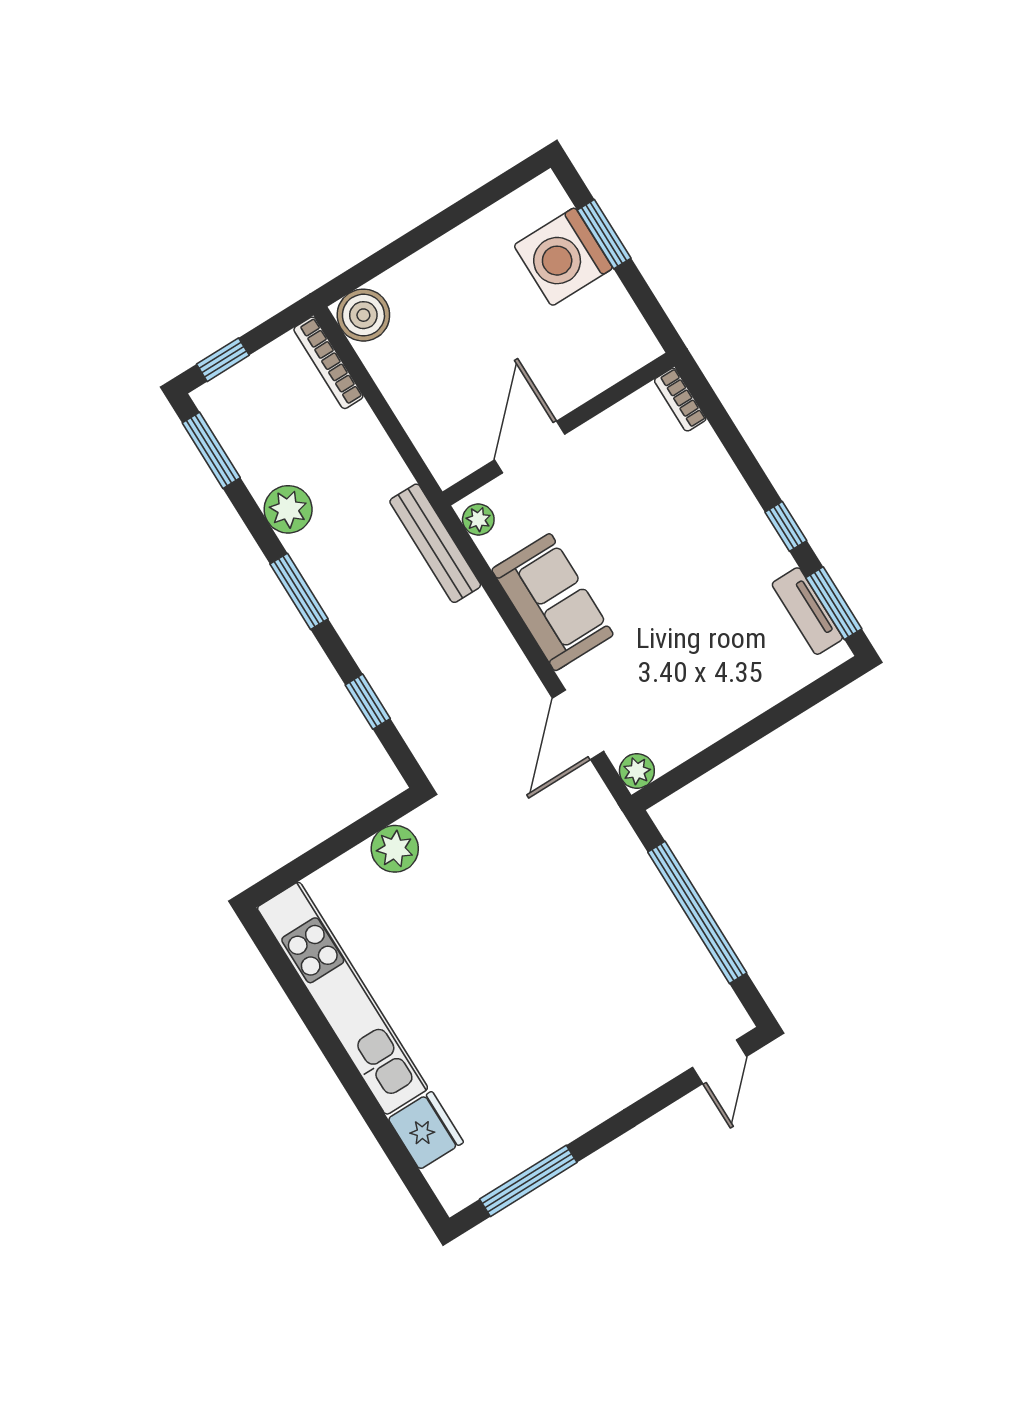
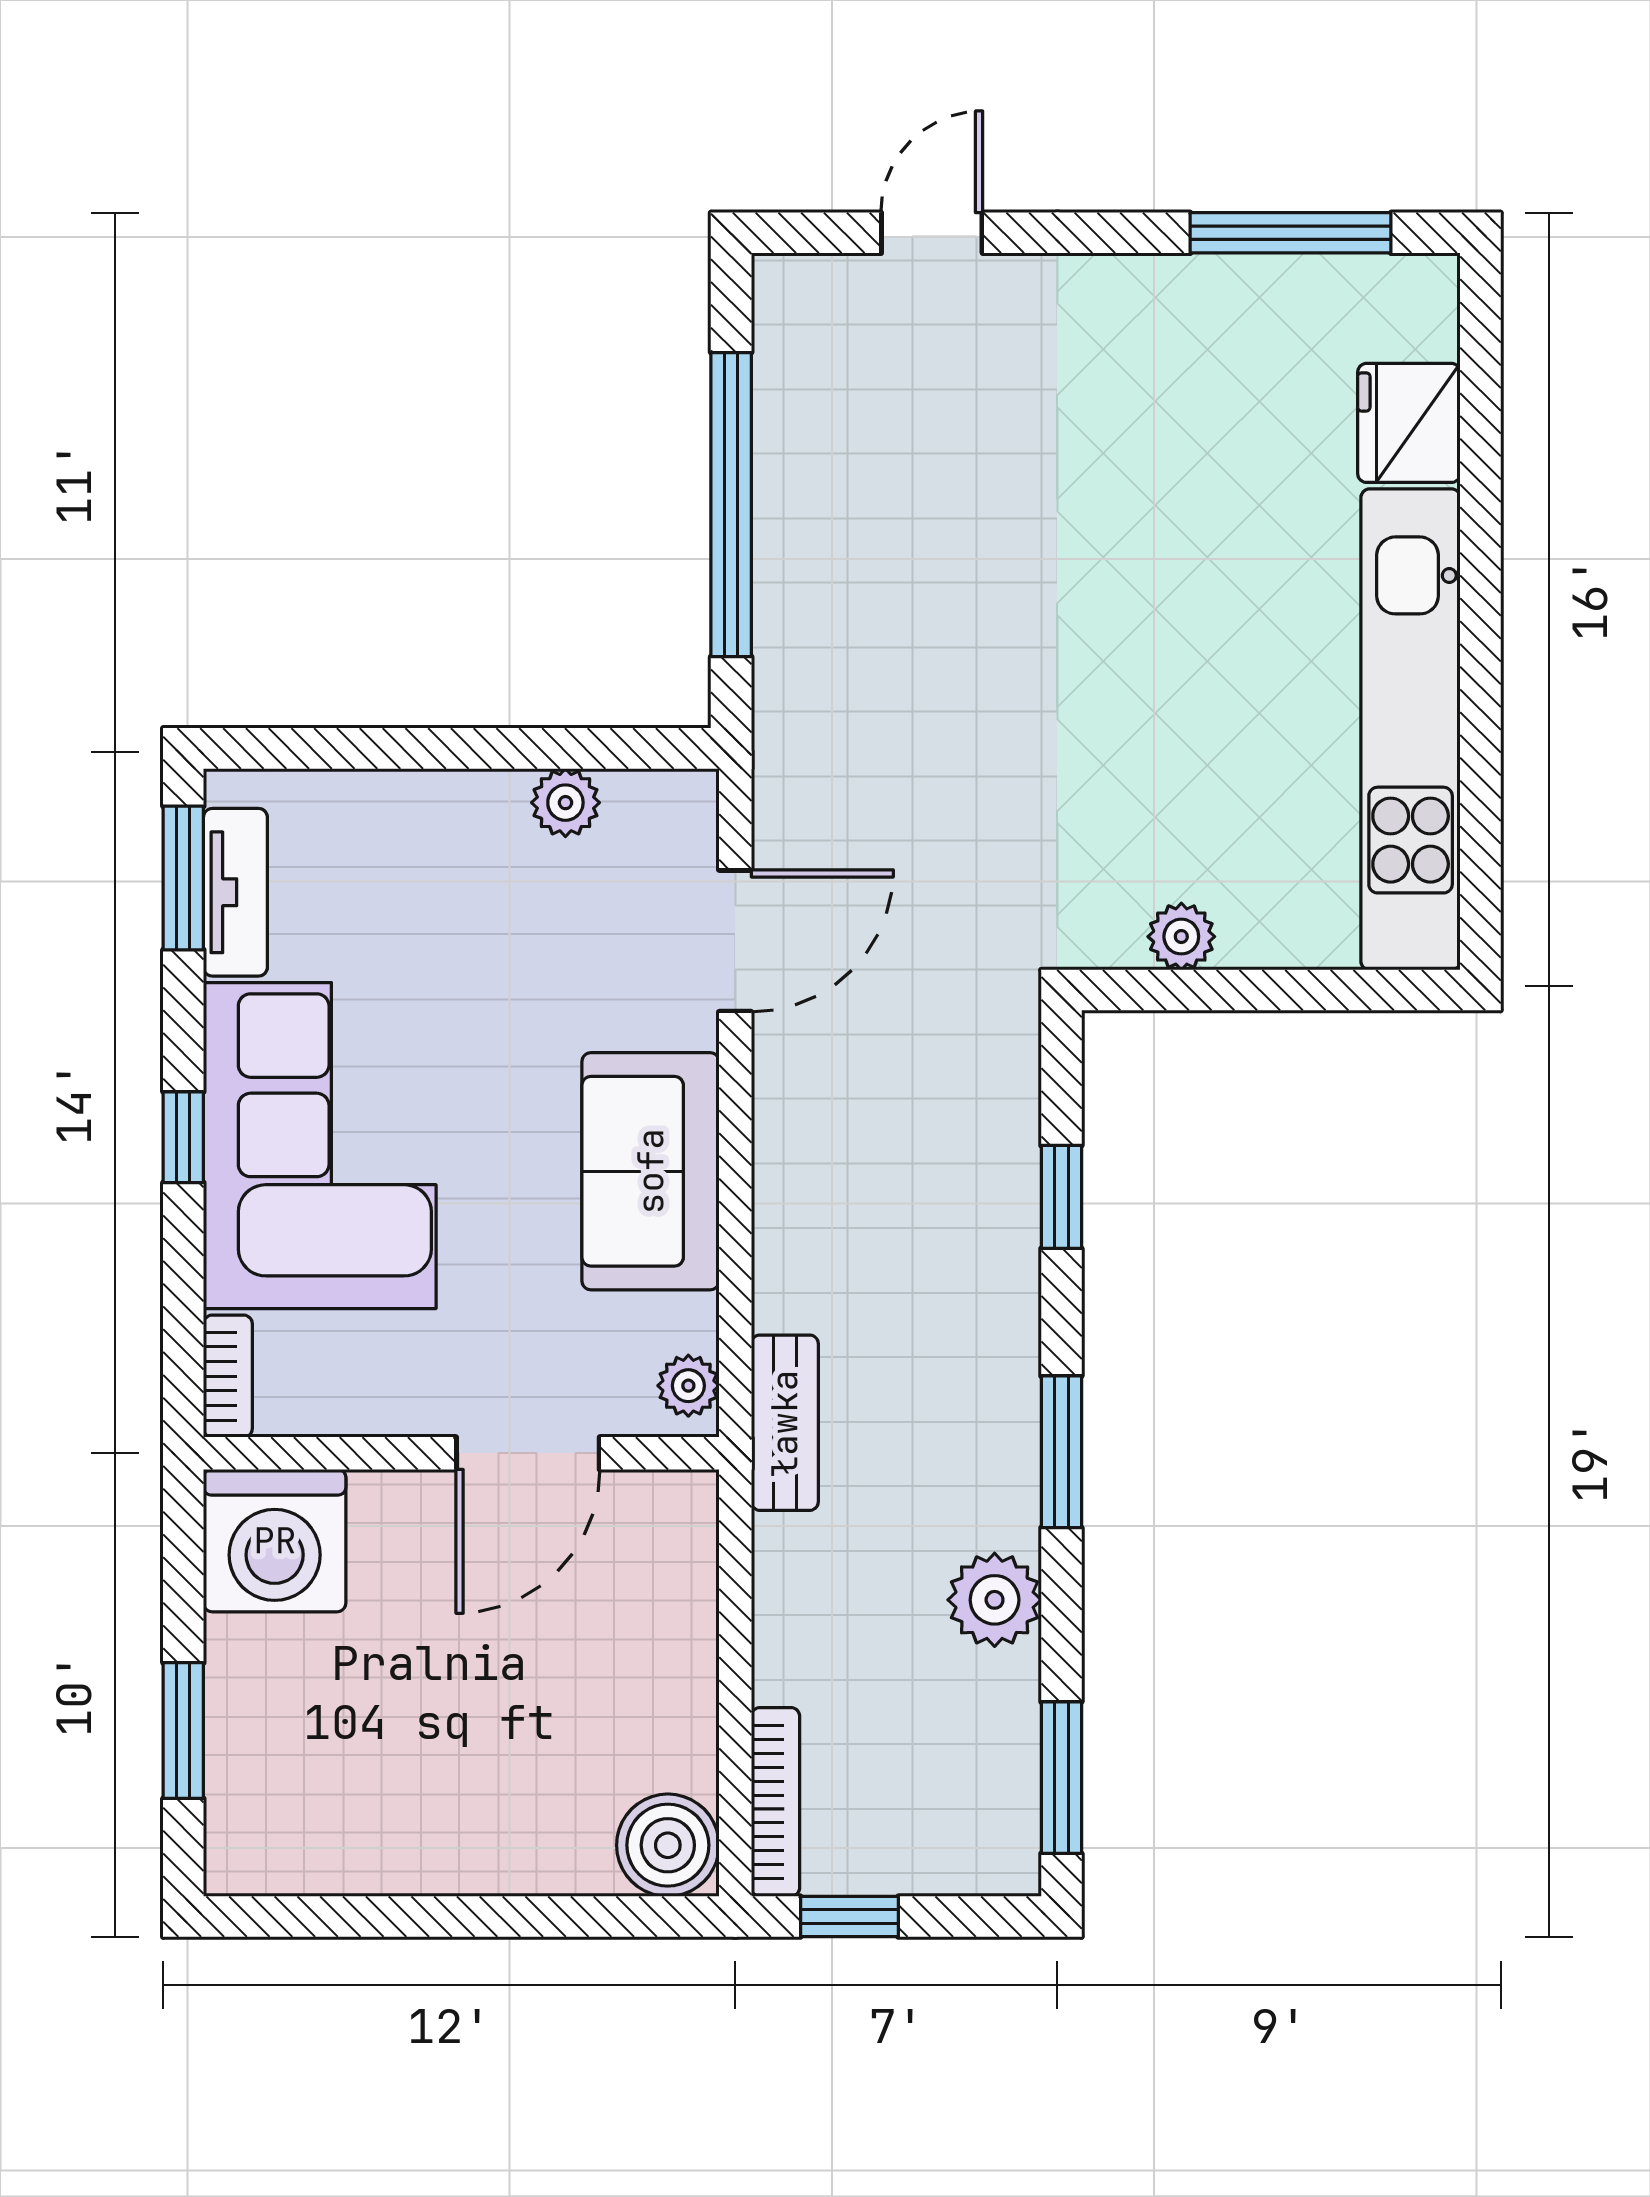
washing machine: (563, 257) -> (275, 1541), moved, turned 90
window: (223, 360) -> (849, 1917), moved
corner sofa: (703, 524) -> (320, 1146), added
window: (786, 526) -> (183, 1137), moved
bench: (435, 543) -> (785, 1423), width x0.73
plant: (637, 771) -> (565, 803), moved
plant: (395, 849) -> (1181, 937), width x0.73, depth x0.73
door: (719, 1062) -> (932, 233), moved

